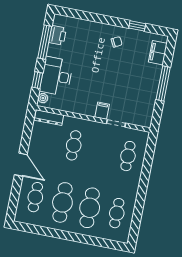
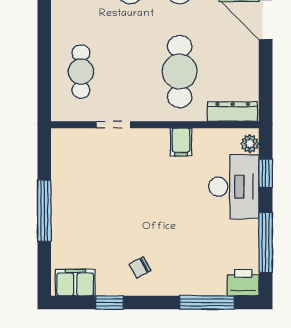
window: (84, 15) -> (207, 302), added
printer: (57, 35) -> (243, 283), moved, turned 90
filing cabinet: (158, 53) -> (75, 283), moved, turned -90
filing cabinet: (102, 111) -> (181, 142), moved
cafe table: (74, 145) -> (180, 71), width x1.37, depth x1.35

